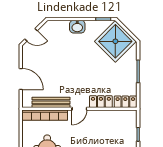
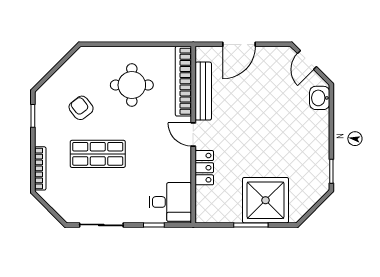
washbasin: (77, 27) -> (320, 98), moved
shower: (115, 41) -> (265, 200), moved, turned 45
locker: (125, 102) -> (204, 205), removed
desk: (123, 124) -> (170, 202), added

